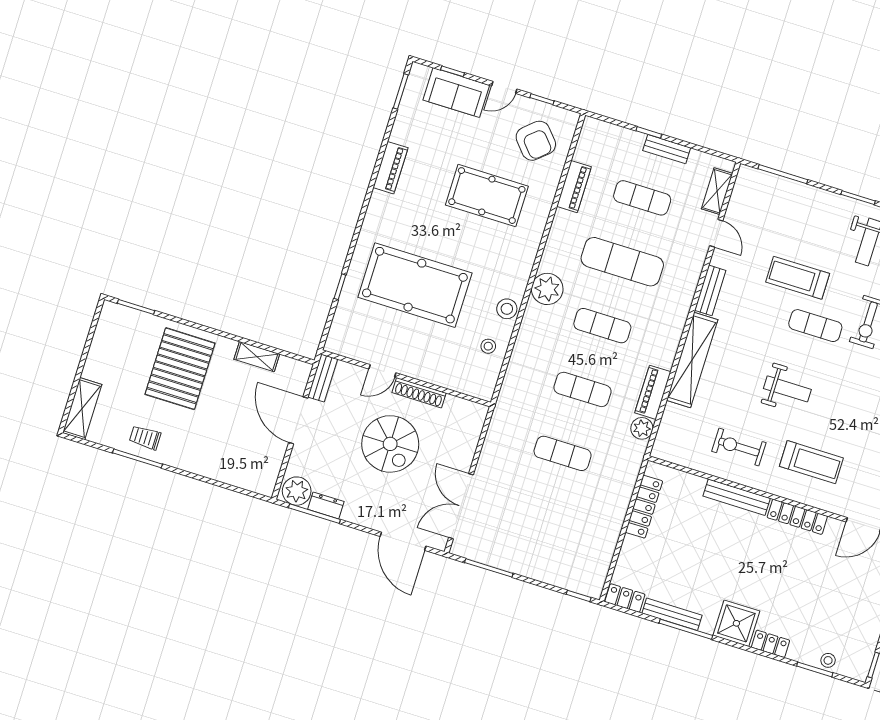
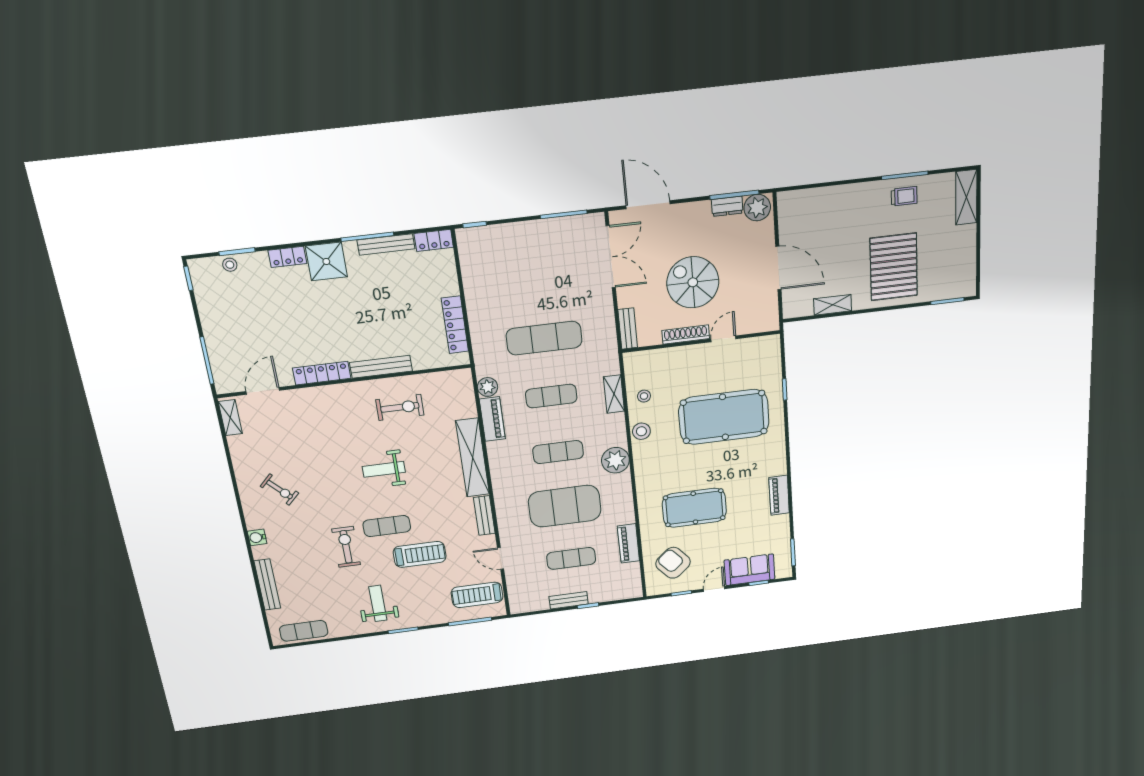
shelving: (717, 191) -> (614, 394), moved
exercise mat: (622, 262) -> (565, 506), width x1.47
bench: (323, 378) -> (628, 329), moved
exercise mat: (563, 453) -> (544, 338), width x1.36, depth x1.45
treadmill: (811, 462) -> (477, 595), moved

